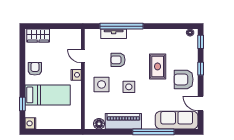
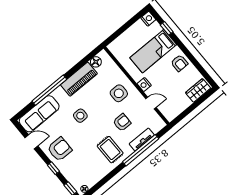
rug: (158, 66) -> (110, 150), moved
side table: (129, 87) -> (80, 116), moved

